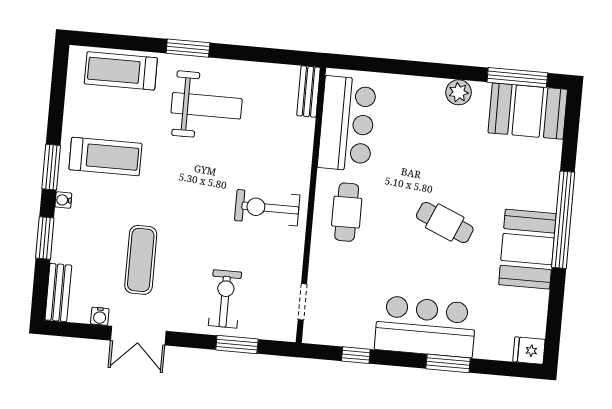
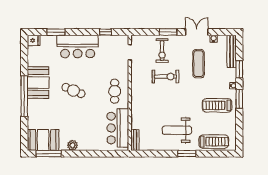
exercise bike: (267, 208) -> (165, 77), moved
bench: (58, 293) -> (232, 51), width x1.36
window: (237, 344) -> (168, 32), moved
window: (448, 363) -> (56, 32), moved

